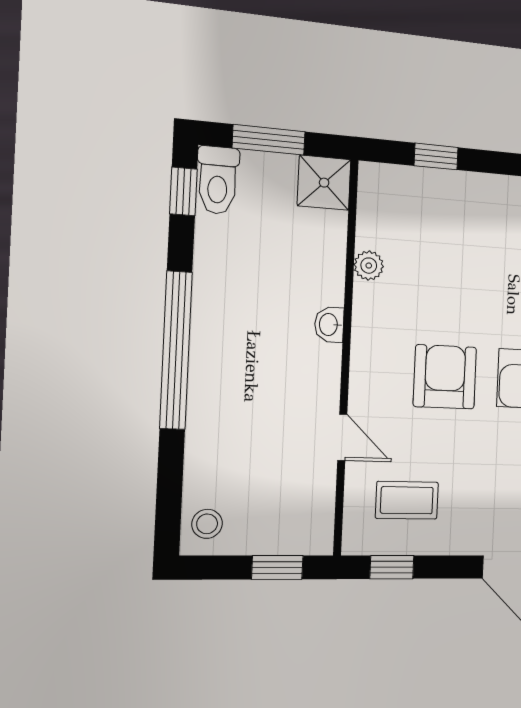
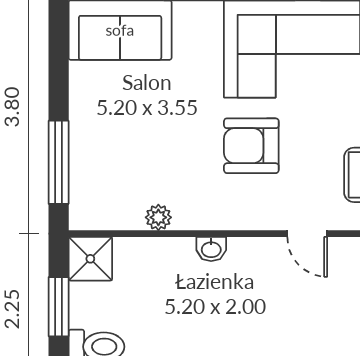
window: (436, 157) -> (59, 162), width x2.17
door: (342, 437) -> (307, 234), swing flipped

